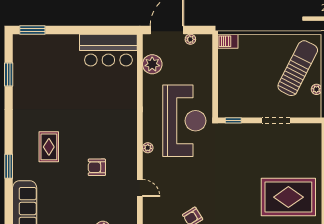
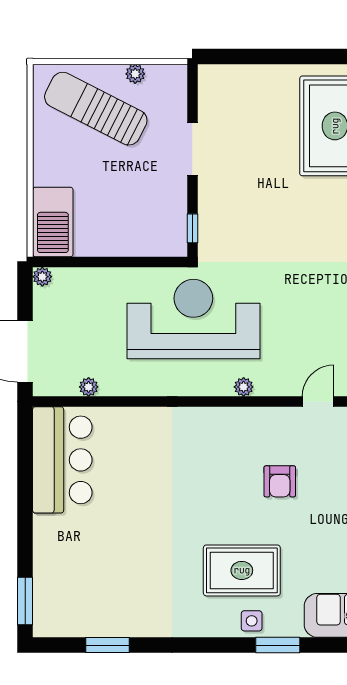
plant: (190, 39) -> (42, 277), moved
barbecue: (228, 41) -> (53, 222), width x1.88, depth x1.53
plant: (152, 64) -> (89, 387), width x0.53, depth x0.53
rug: (49, 147) -> (242, 570), width x1.36, depth x1.43
side table: (22, 152) -> (252, 621), added

